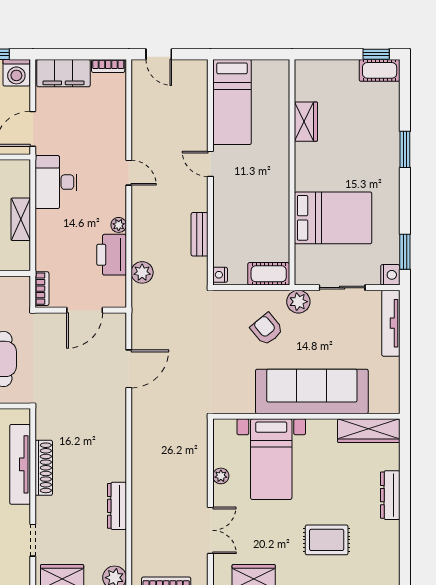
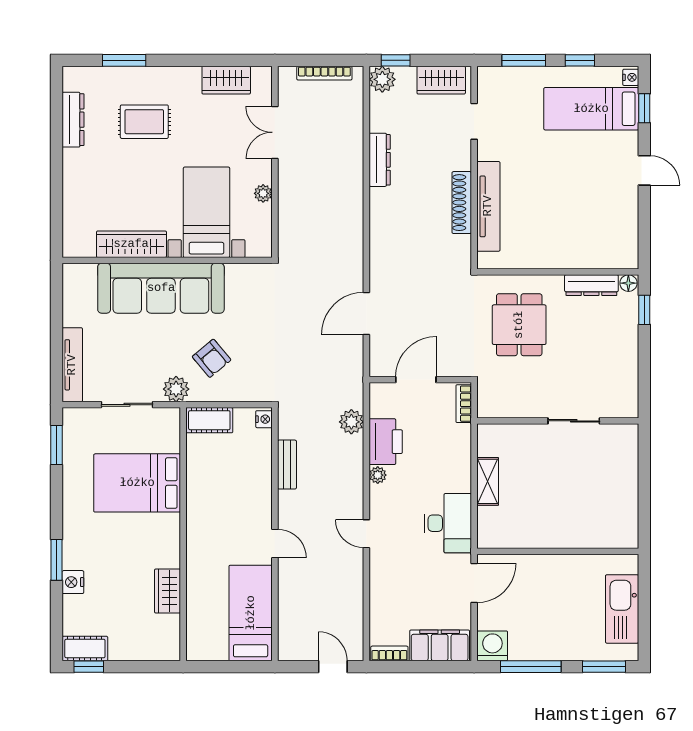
nightstand: (390, 275) -> (73, 582), moved
wardrobe: (369, 431) -> (131, 244), moved
dresser: (390, 495) -> (73, 120), moved

